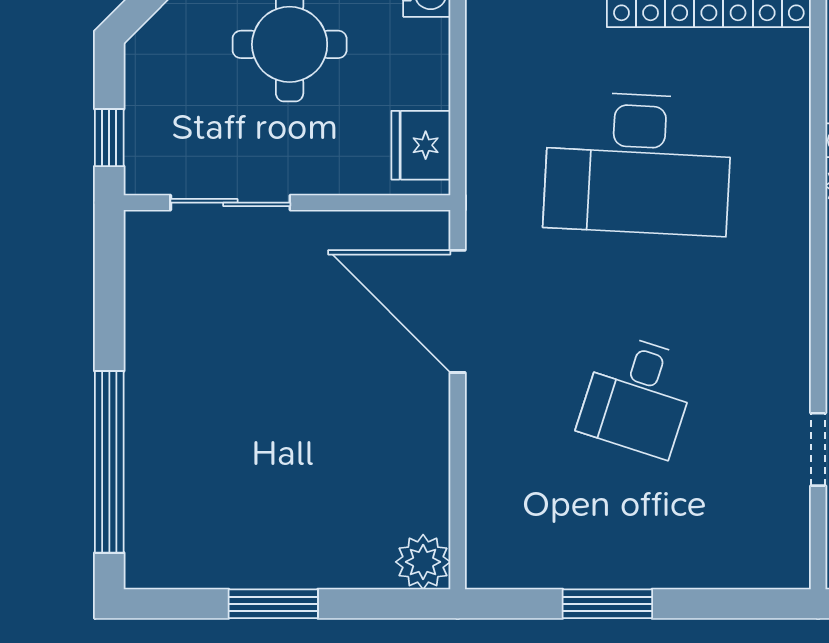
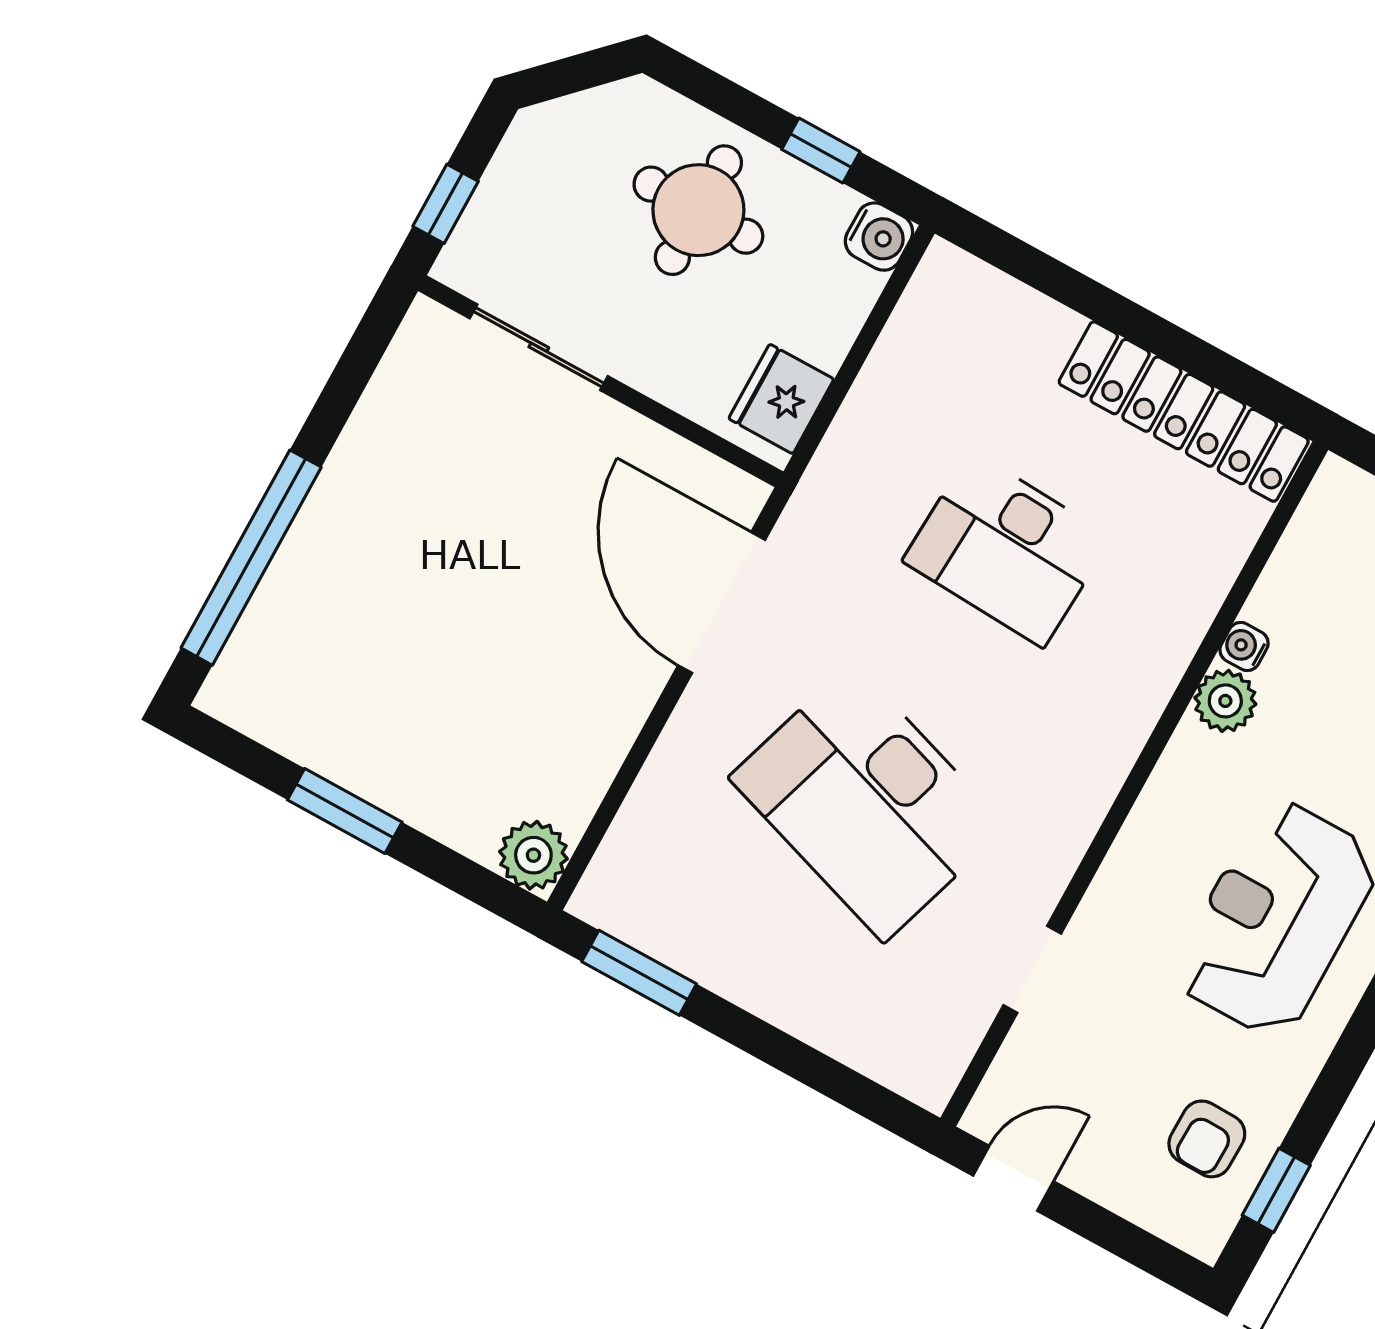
desk: (638, 164) -> (1007, 549), width x0.73, depth x0.77
desk: (638, 395) -> (868, 802), width x1.87, depth x1.30
window: (607, 604) -> (639, 973), moved

